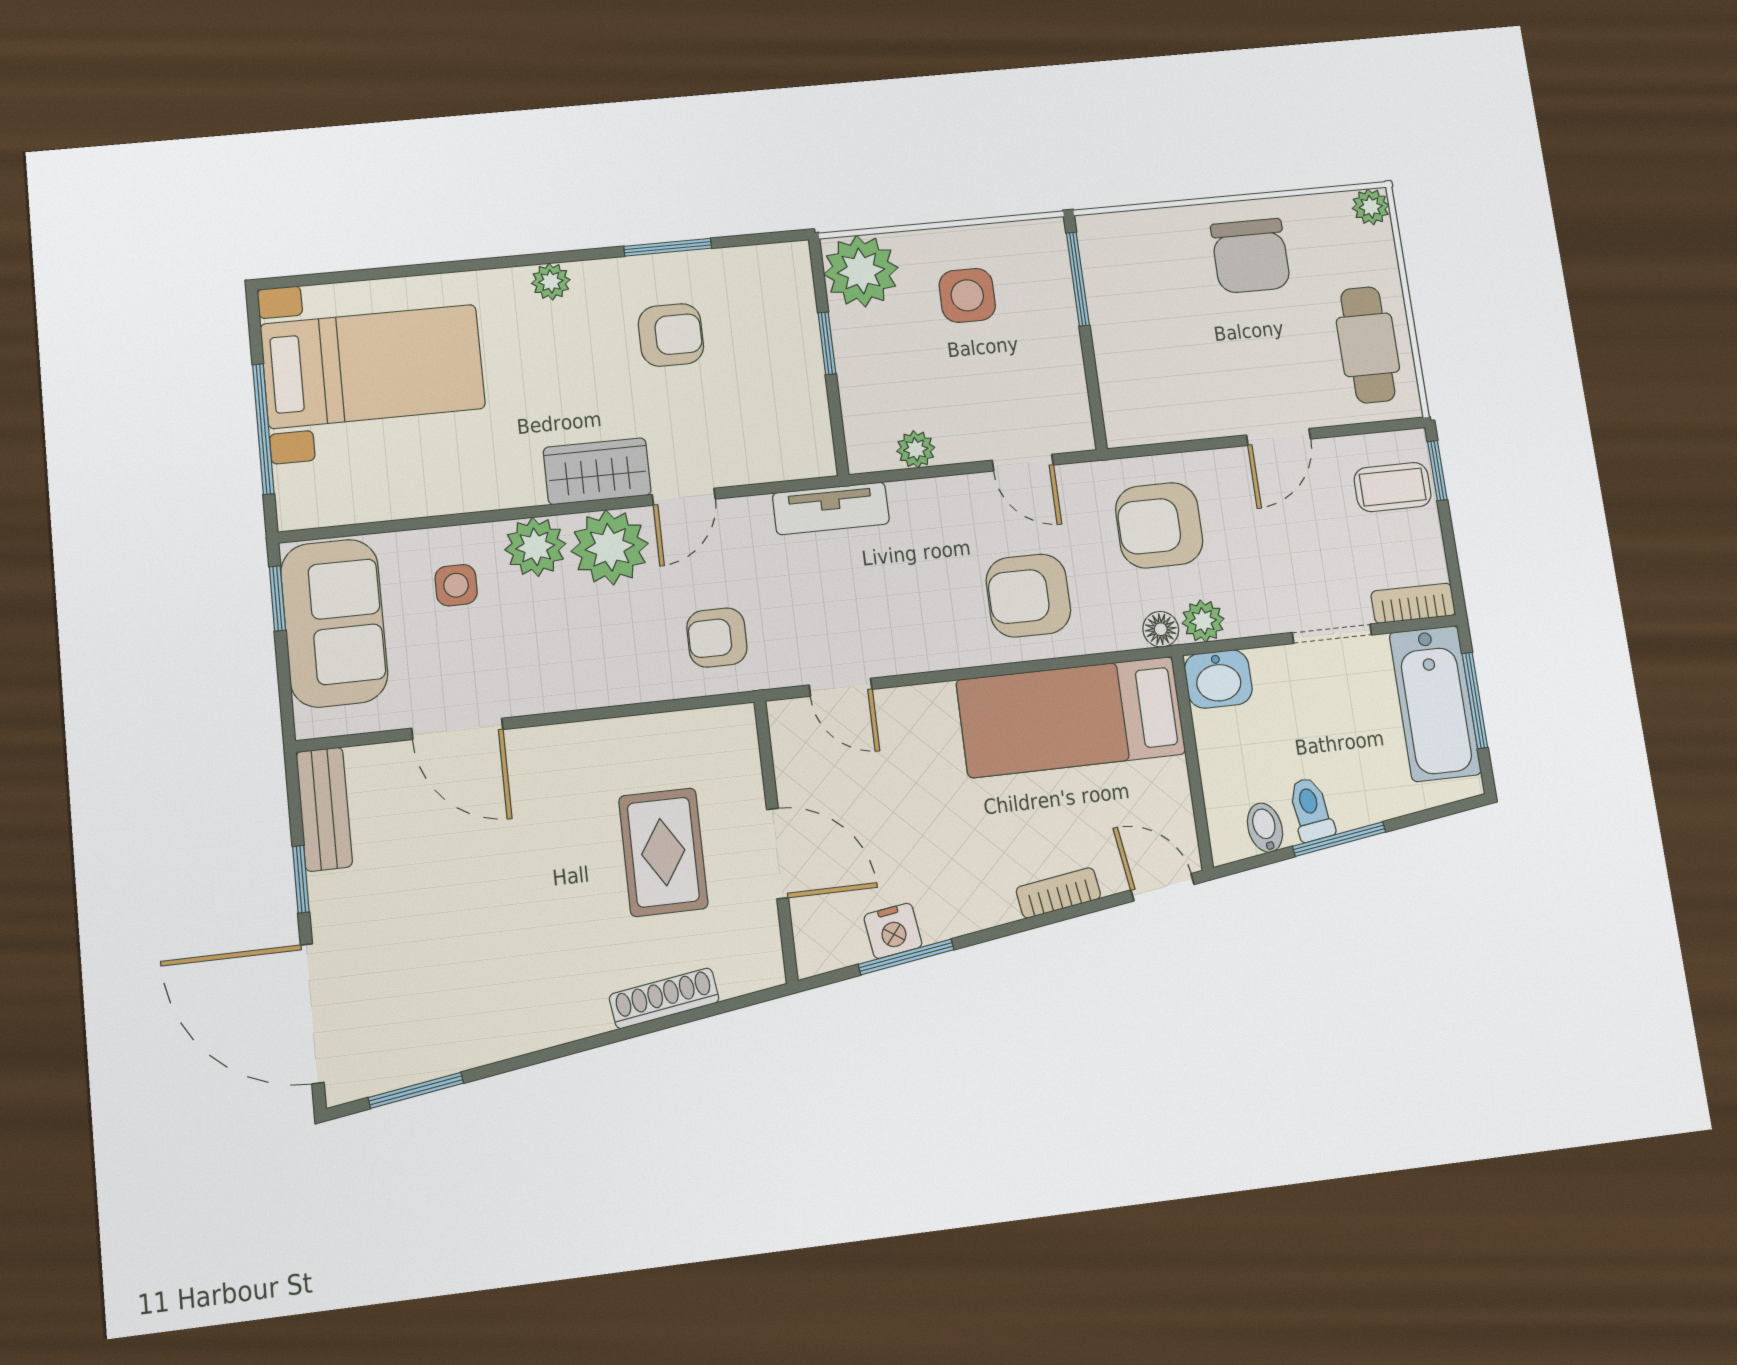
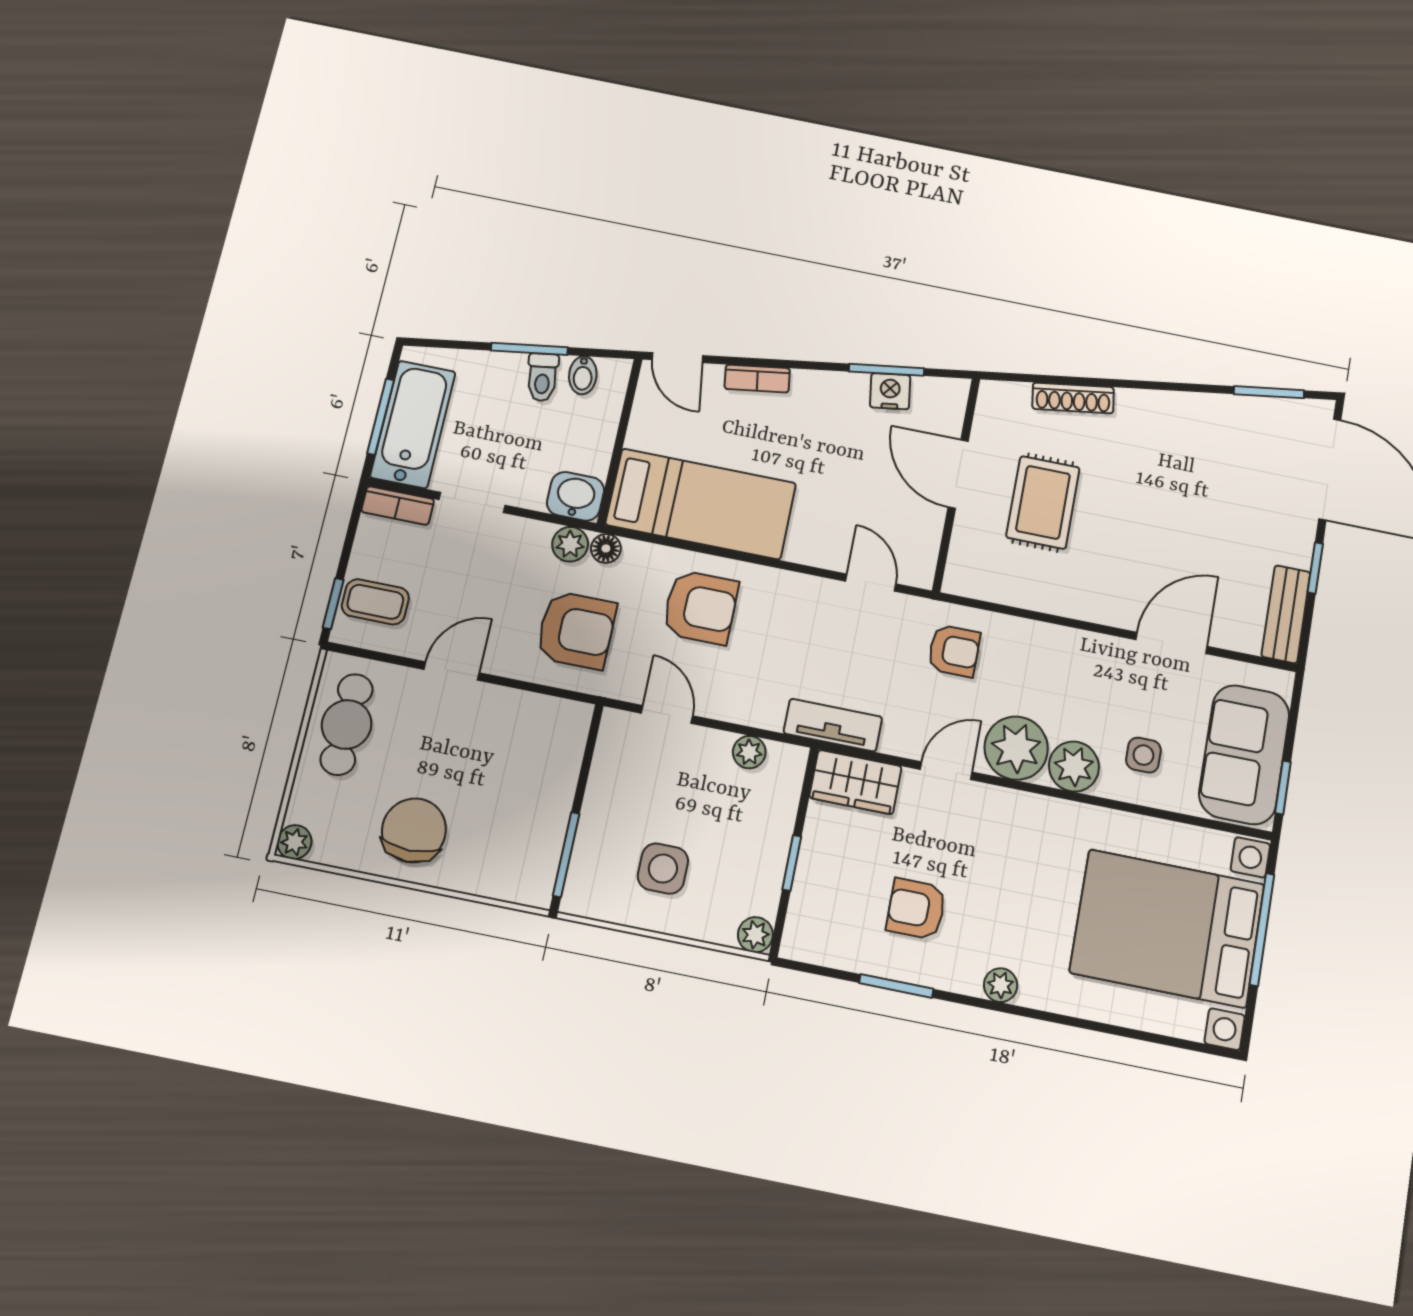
plant: (861, 271) -> (755, 935), width x0.53, depth x0.53
bed with nightstands: (373, 366) -> (1167, 928), width x1.36
wardrobe: (597, 471) -> (855, 782), moved
door: (457, 729) -> (1172, 643), hinge flipped

